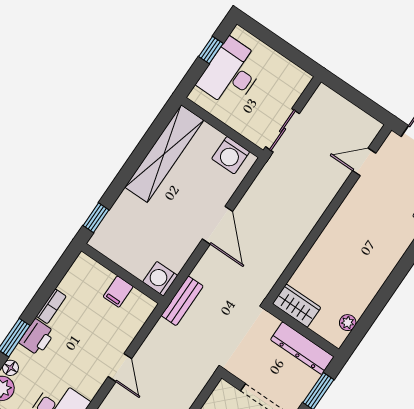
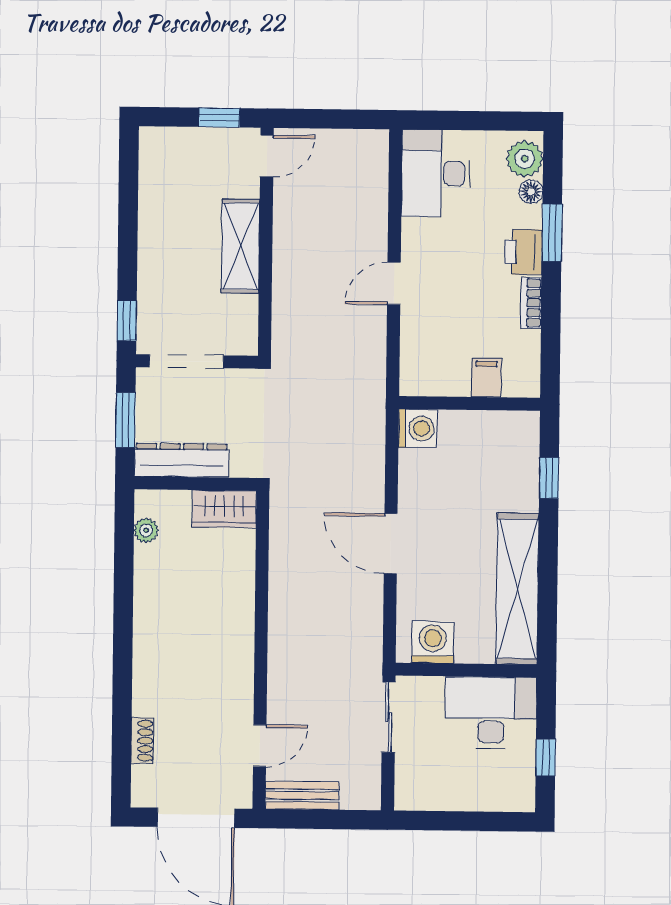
desk: (231, 73) -> (491, 713), moved, turned -90
window: (96, 218) -> (549, 478), moved
filing cabinet: (118, 292) -> (486, 378), moved
bench: (182, 301) -> (302, 795), moved, turned 90
door: (120, 368) -> (394, 283), hinge flipped

